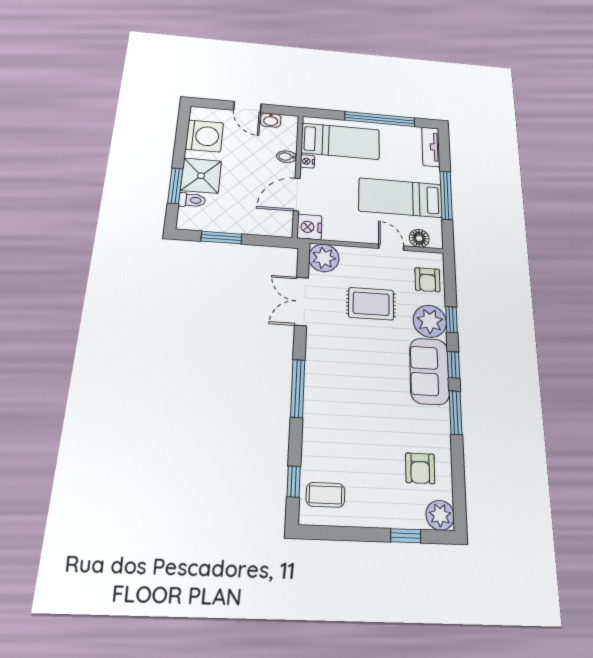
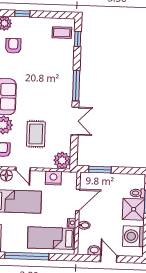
nightstand: (309, 227) -> (53, 178), moved, turned -90
window: (221, 238) -> (100, 170), moved
double door: (301, 301) -> (75, 121), moved
rug: (371, 304) -> (36, 134), turned 90

